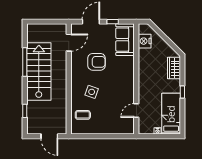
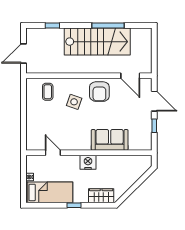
sofa: (125, 40) -> (110, 140), moved
nightstand: (145, 41) -> (88, 162), moved
armchair: (97, 62) -> (99, 92), moved

